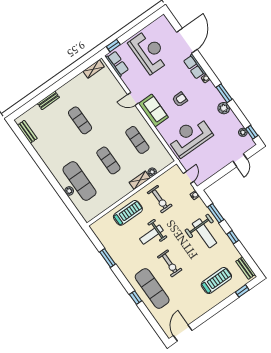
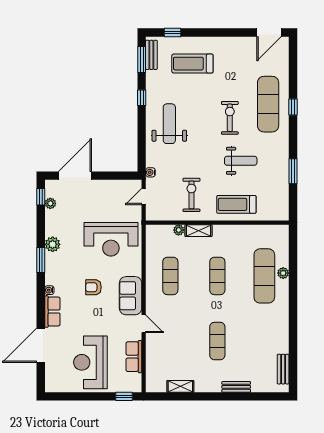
row of seats: (117, 64) -> (134, 357), moved
shelving: (94, 69) -> (180, 386), moved
door: (240, 160) -> (75, 176), width x1.88
window: (216, 213) -> (142, 59), moved
weight bench: (151, 235) -> (241, 161), moved

